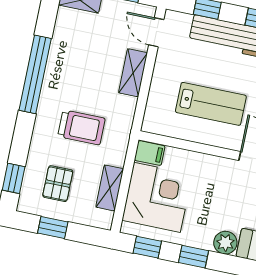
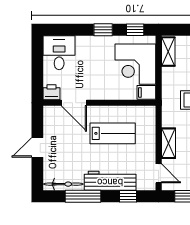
lab bench: (211, 104) -> (113, 133), turned 180
shelving: (110, 188) -> (168, 52), moved
plant: (225, 243) -> (84, 43), removed

